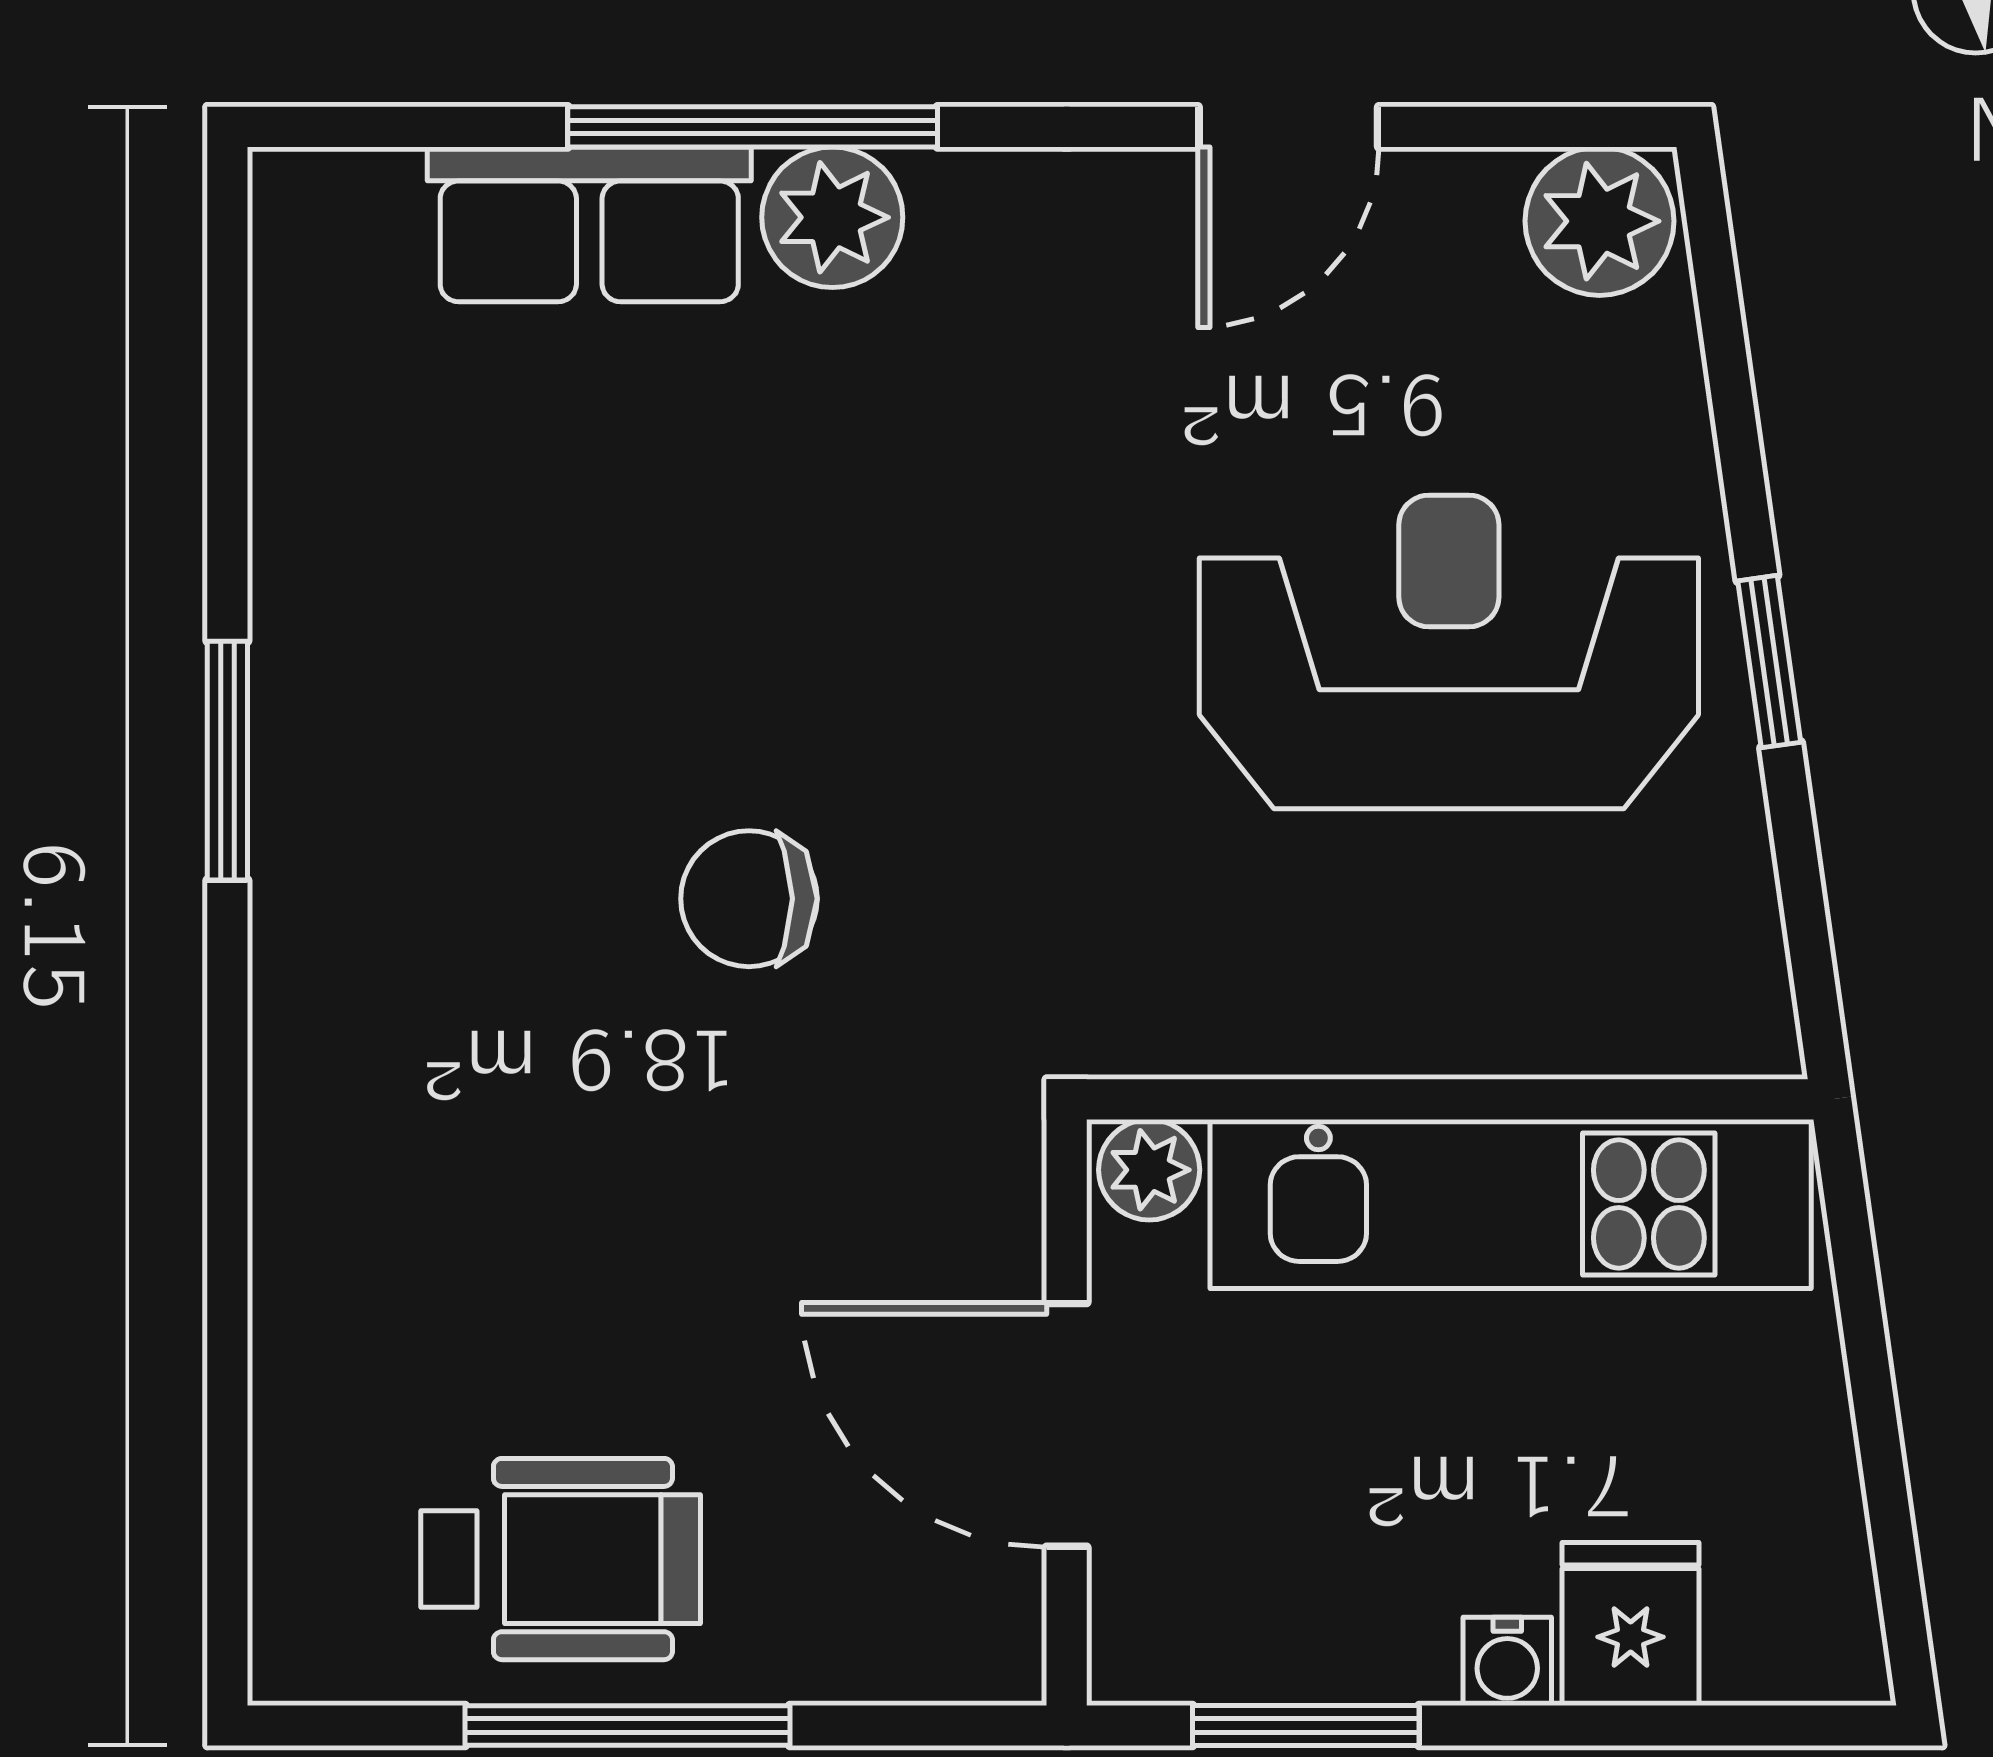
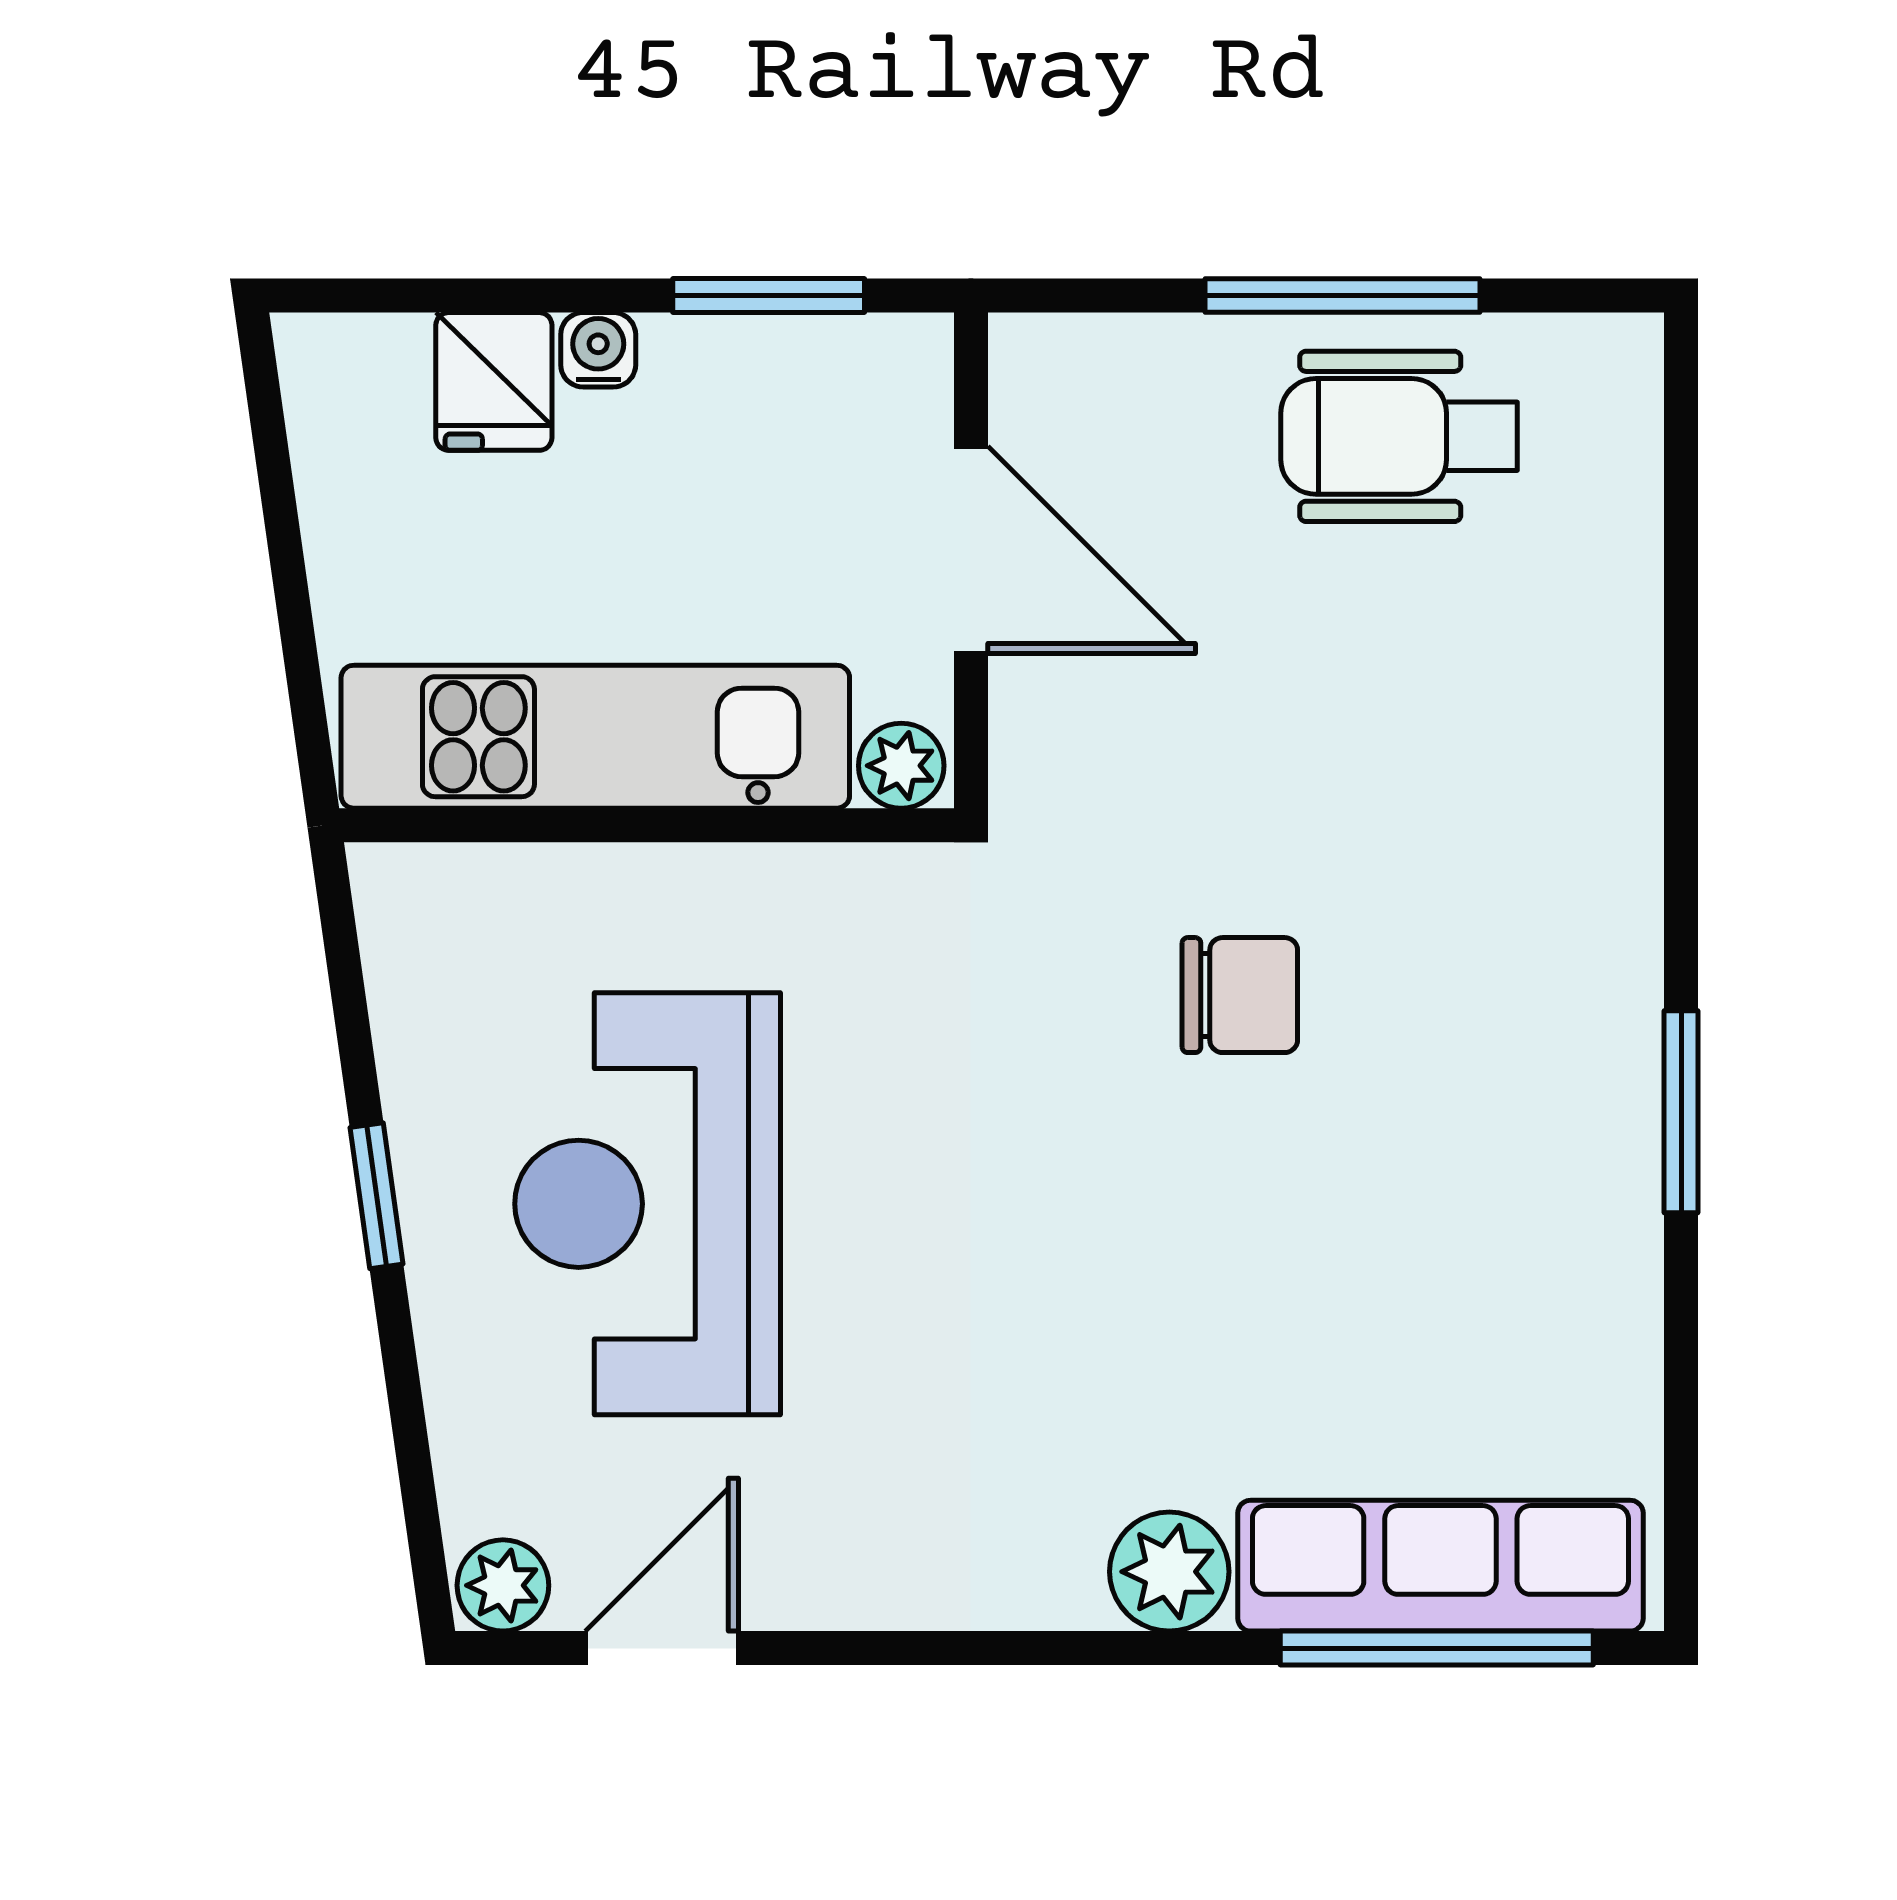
window: (753, 127) -> (1437, 1648), moved
door: (1288, 127) -> (662, 1648), moved
plant: (1600, 221) -> (503, 1585), width x0.73, depth x0.73
row of seats: (589, 224) -> (1440, 1566), width x1.48
reception desk: (1449, 652) -> (648, 1204), turned 90

